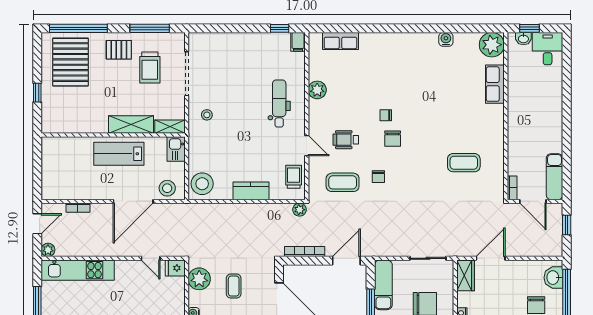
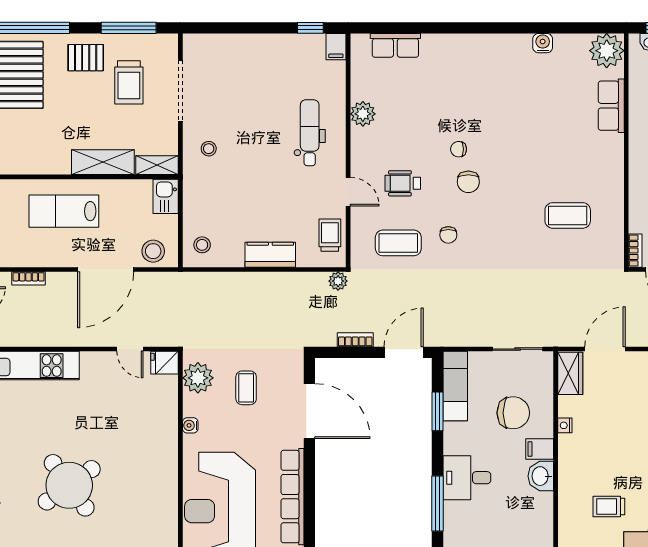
lab bench: (119, 154) -> (64, 211), moved
stool: (202, 184) -> (202, 245), width x0.53, depth x0.53
bookcase: (305, 252) -> (355, 340), width x0.64

